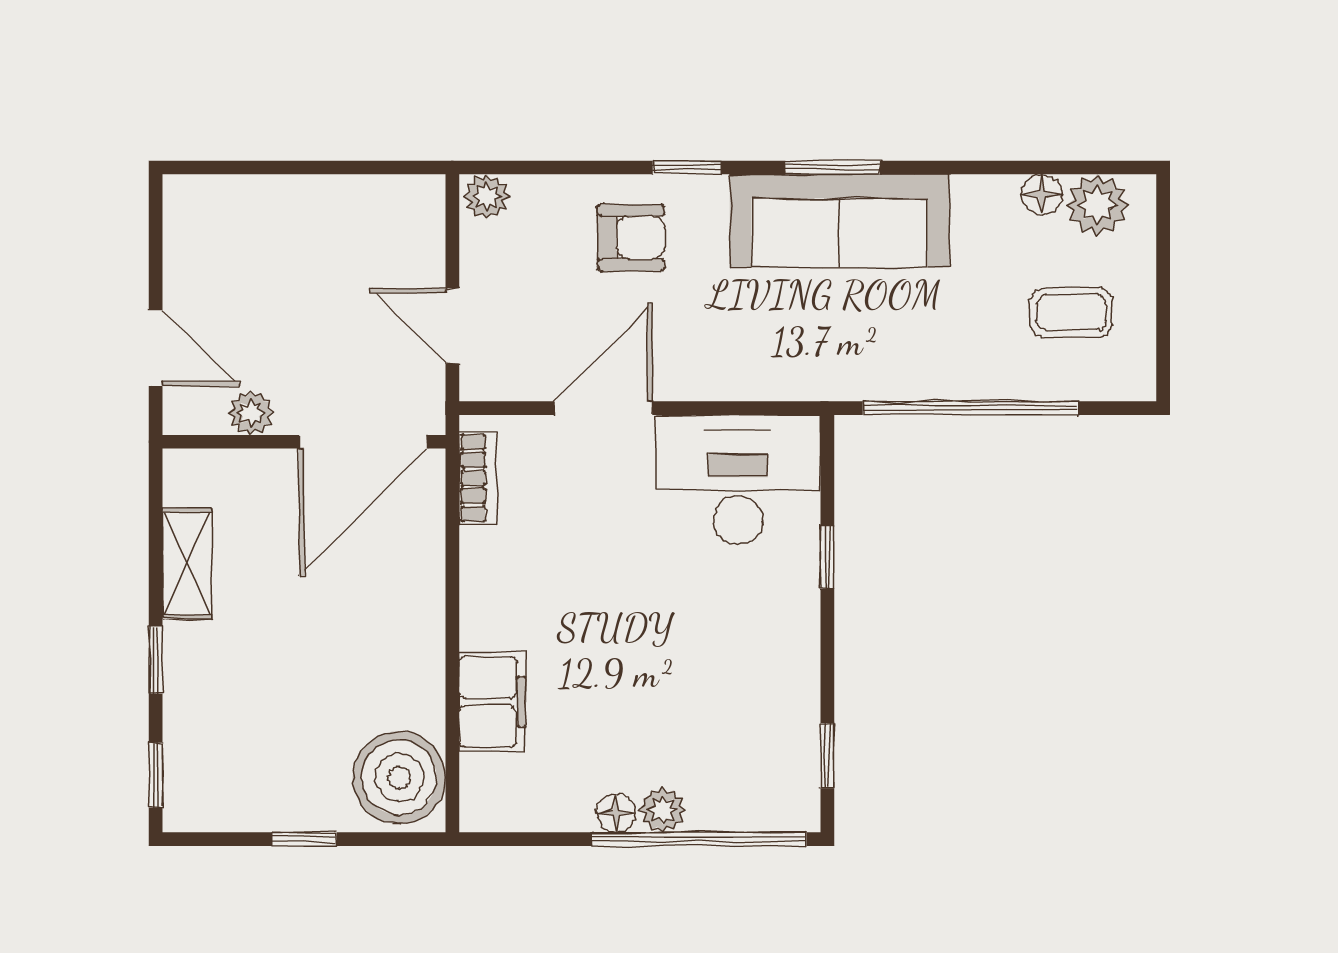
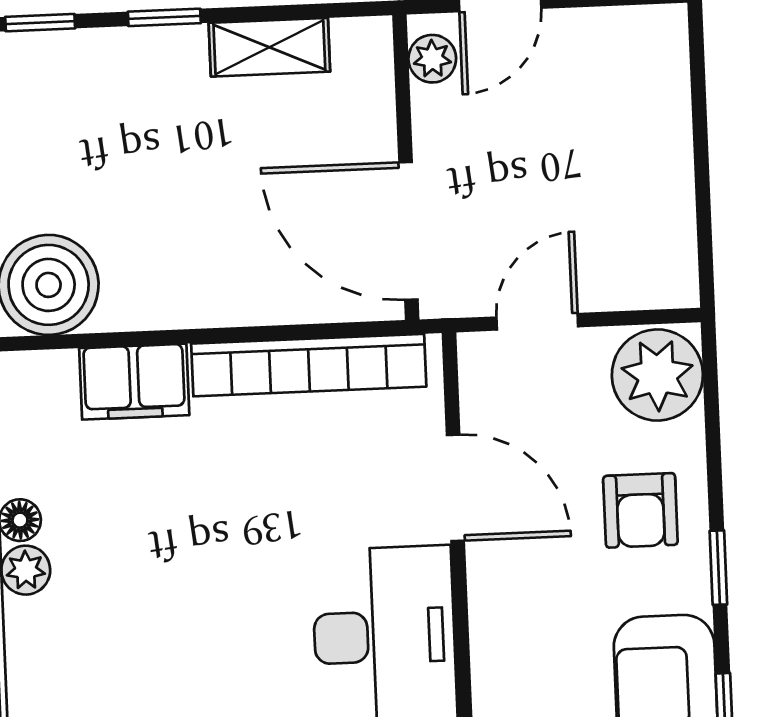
plant: (487, 197) -> (657, 375), width x1.87, depth x1.87
plant: (251, 413) -> (432, 59), moved
bookcase: (478, 478) -> (309, 365), width x2.31, depth x1.31

